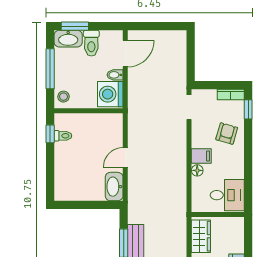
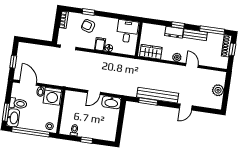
window: (155, 26) -> (13, 62), added
window: (50, 69) -> (31, 132), width x1.46
window: (248, 109) -> (88, 12), moved
window: (50, 134) -> (87, 140), moved
door: (125, 157) -> (94, 93), hinge flipped

